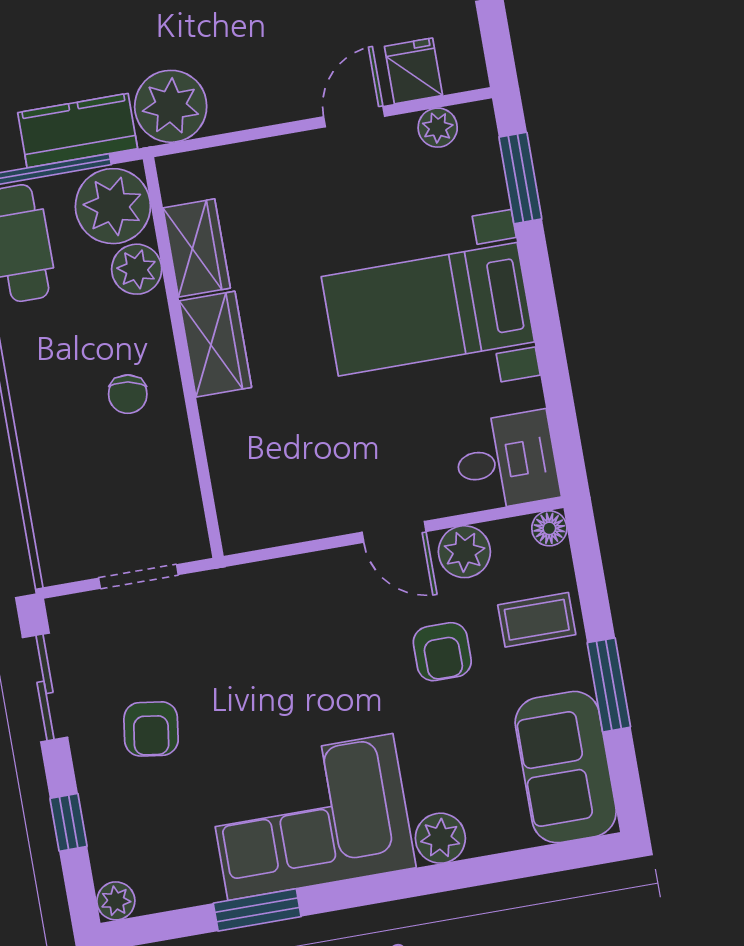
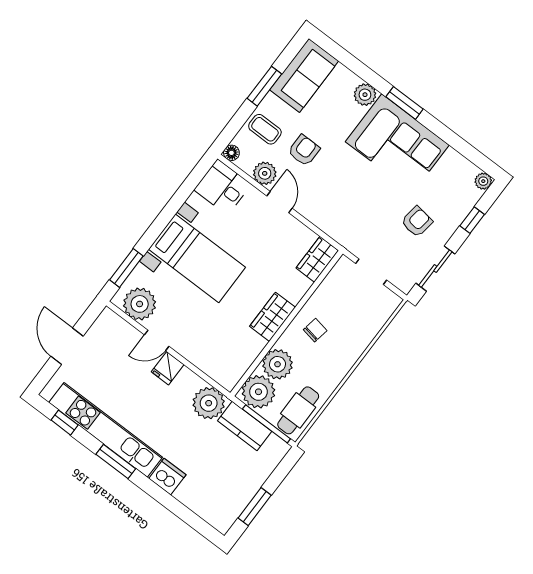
fridge: (413, 71) -> (168, 368), moved
plant: (438, 128) -> (140, 304), width x1.88, depth x1.88
wardrobe: (197, 248) -> (317, 259), moved
plant: (137, 269) -> (278, 364), width x1.36, depth x1.36
window: (257, 910) -> (405, 103), moved

